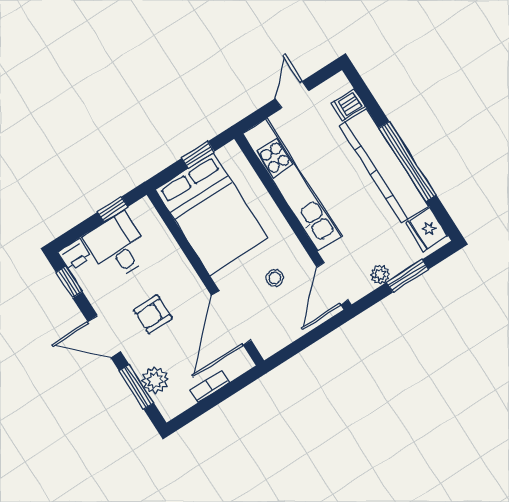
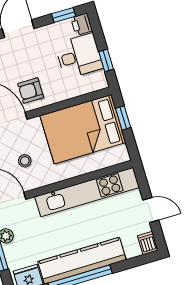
dishwasher: (348, 105) -> (148, 243), moved
window: (198, 155) -> (123, 118), moved
armchair: (153, 314) -> (31, 91), moved, turned -90

